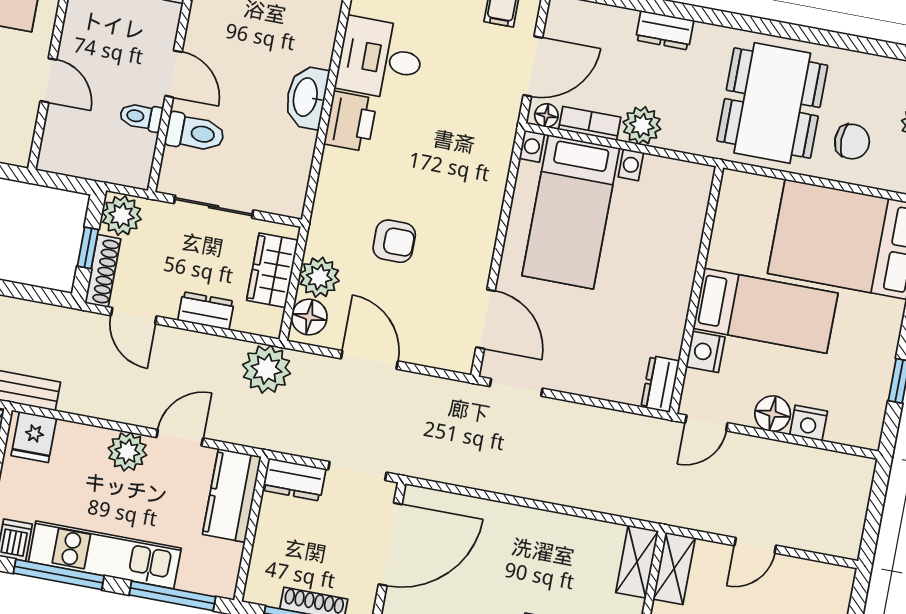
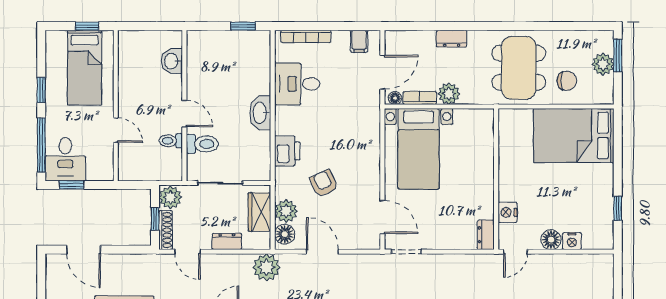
printer: (350, 121) -> (287, 151), moved
armchair: (394, 241) -> (324, 183), turned -115
bed: (765, 311) -> (536, 183), removed

